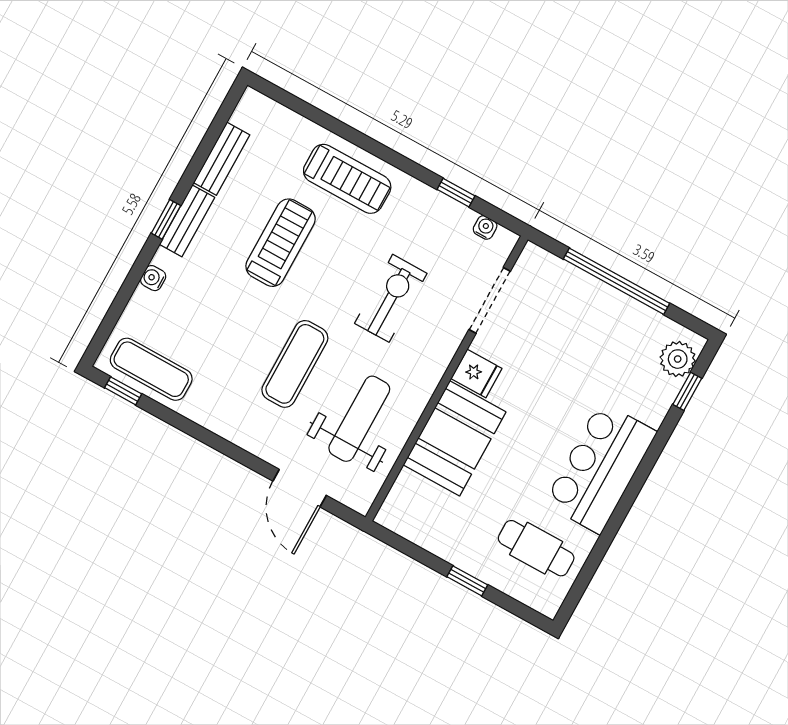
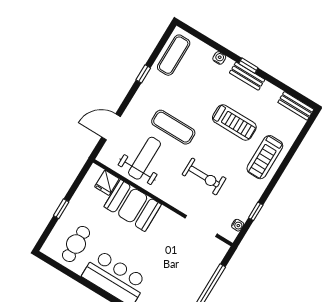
bench: (222, 159) -> (296, 106), moved
fridge: (476, 374) -> (107, 183), moved
window: (123, 391) -> (143, 74), moved
weight bench: (359, 419) -> (145, 158), turned -90

